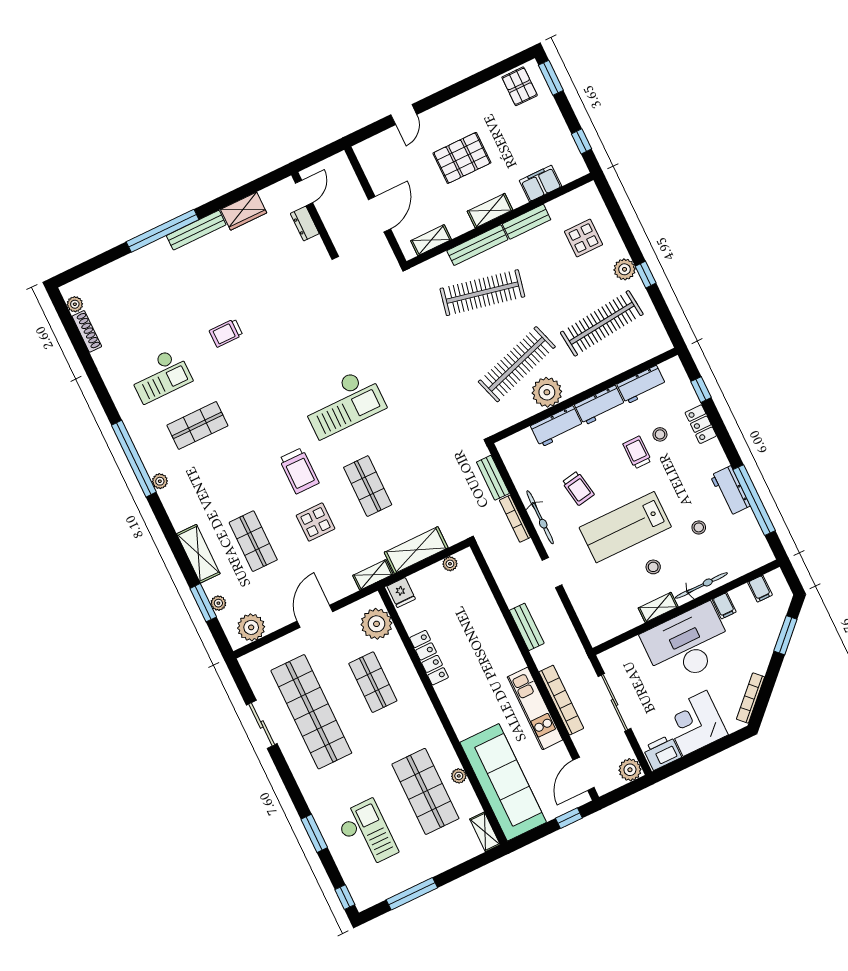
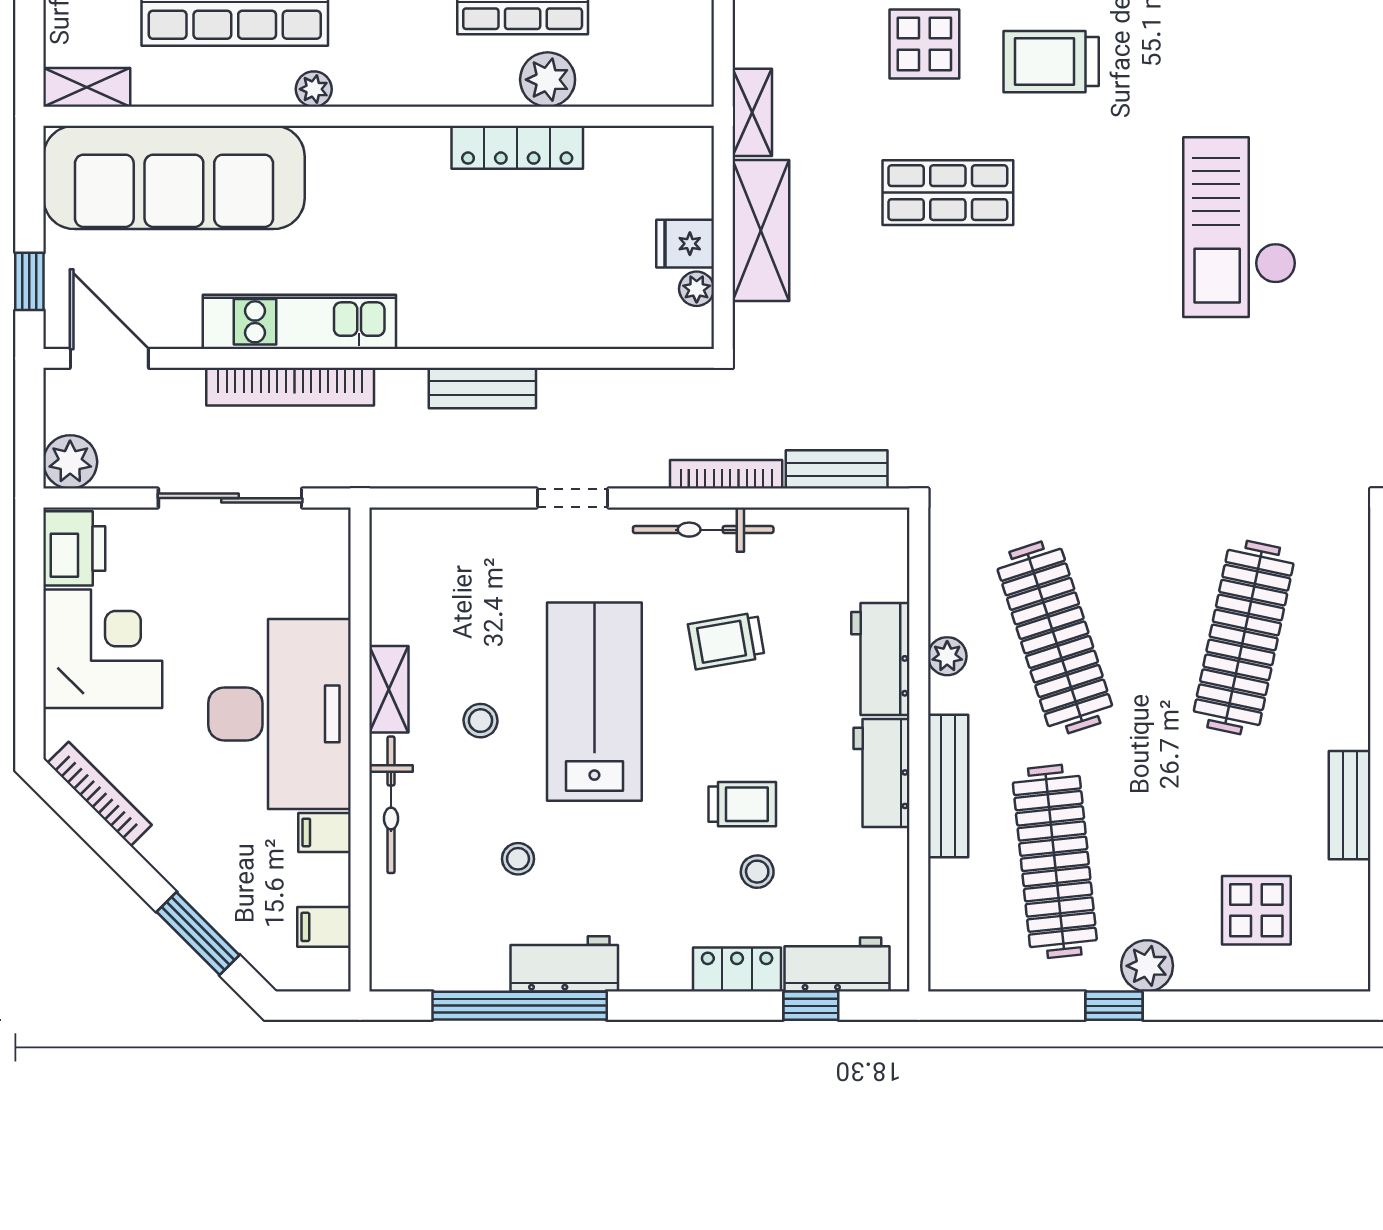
bench: (477, 245) -> (948, 786), moved
workbench: (642, 385) -> (837, 964), moved, turned 90
plant: (547, 392) -> (947, 656), width x0.53, depth x0.53
checkout: (343, 403) -> (1240, 227), moved
fridge: (401, 593) -> (685, 244), moved
plant: (376, 624) -> (548, 80), moved, width x0.73, depth x0.73
plant: (459, 776) -> (314, 89), moved

